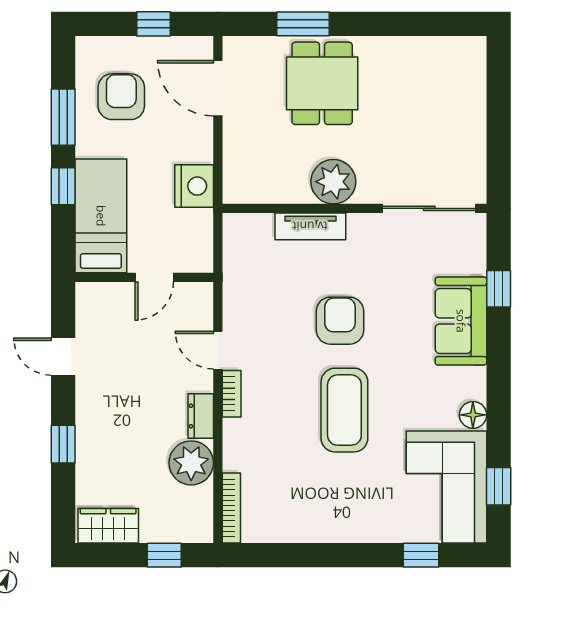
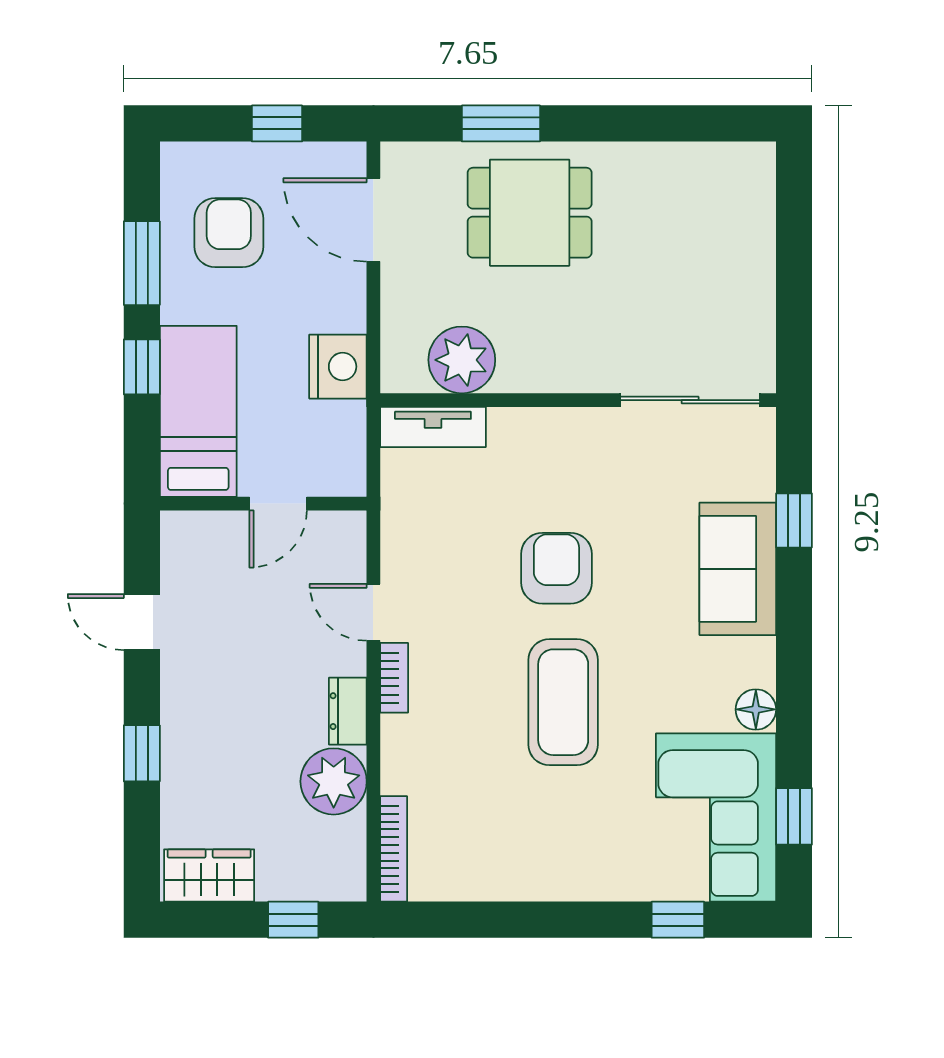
dining table: (322, 83) -> (530, 213), turned 90
plant: (333, 182) -> (462, 360), moved
tv unit: (310, 226) -> (433, 427), moved

